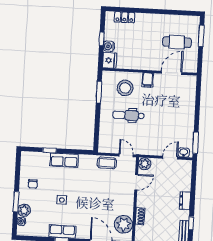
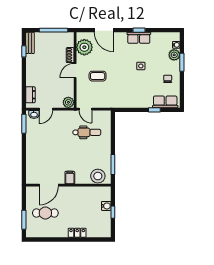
locker: (124, 17) -> (77, 233), moved
fridge: (110, 60) -> (105, 193), removed
stool: (125, 88) -> (98, 176), moved
dental chair: (128, 115) -> (87, 132), moved
row of seats: (64, 160) -> (165, 102), moved
coffee table: (107, 163) -> (98, 76), moved
door: (136, 182) -> (75, 71), moved
dresser: (185, 201) -> (30, 95), moved

